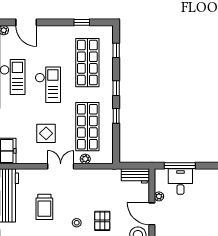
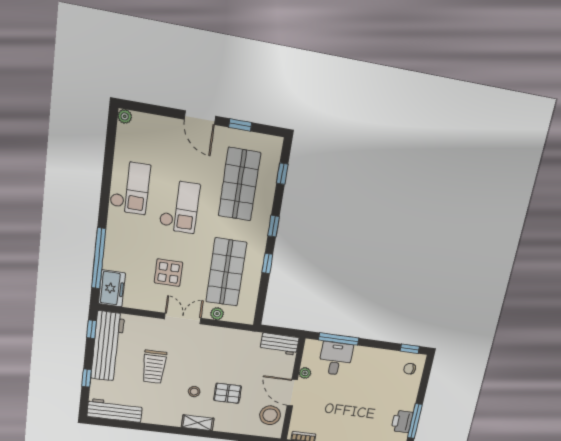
door: (26, 22) -> (200, 118), moved
pallet: (102, 221) -> (228, 393), turned 90

